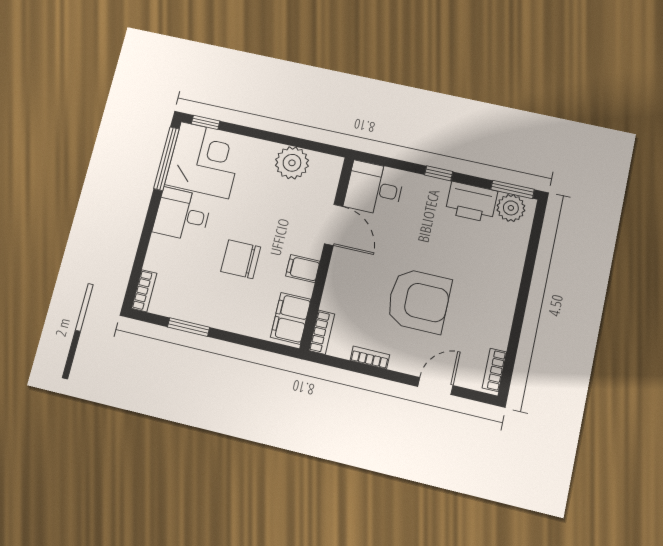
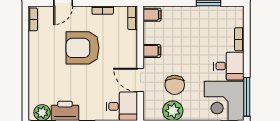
chair: (241, 259) -> (175, 85), moved, turned 90
bookcase: (144, 291) -> (239, 39), moved
filing cabinet: (291, 318) -> (152, 15), width x0.50

